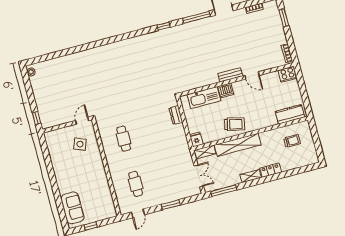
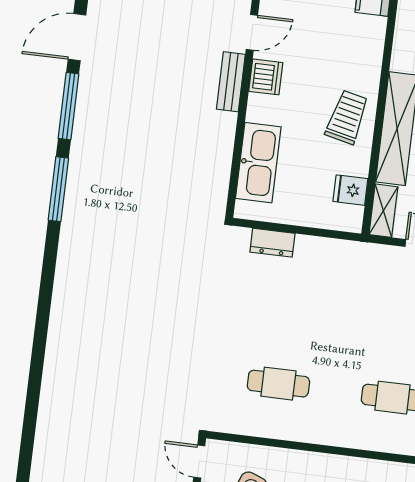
window: (164, 26) -> (58, 189), width x2.17
dishwasher: (226, 90) -> (266, 77), moved
fridge: (196, 139) -> (350, 190), moved

